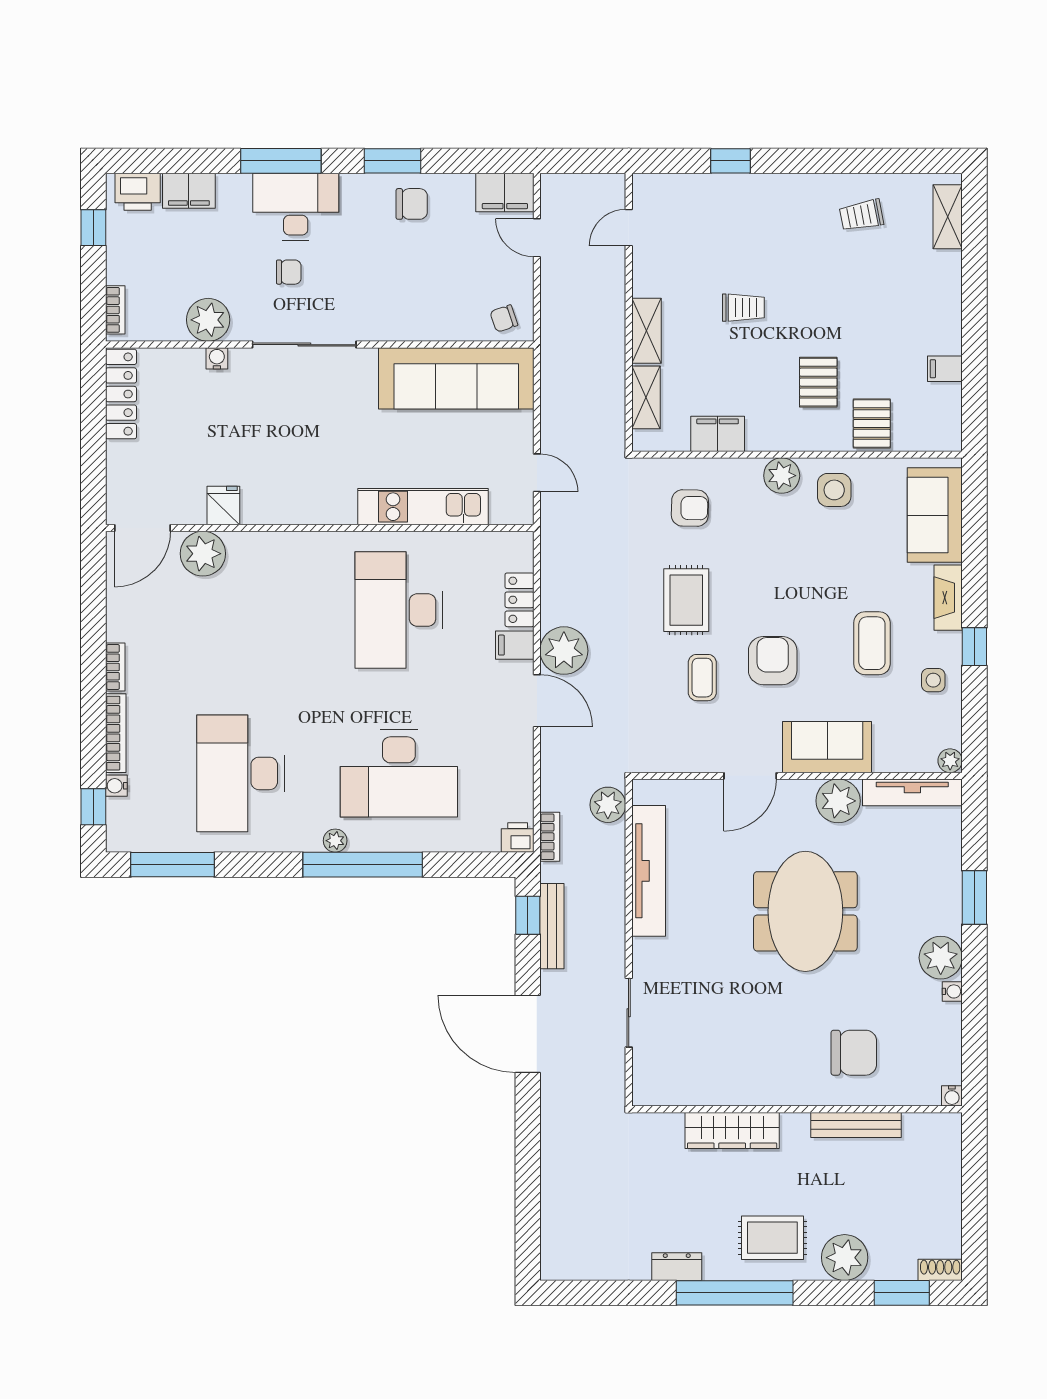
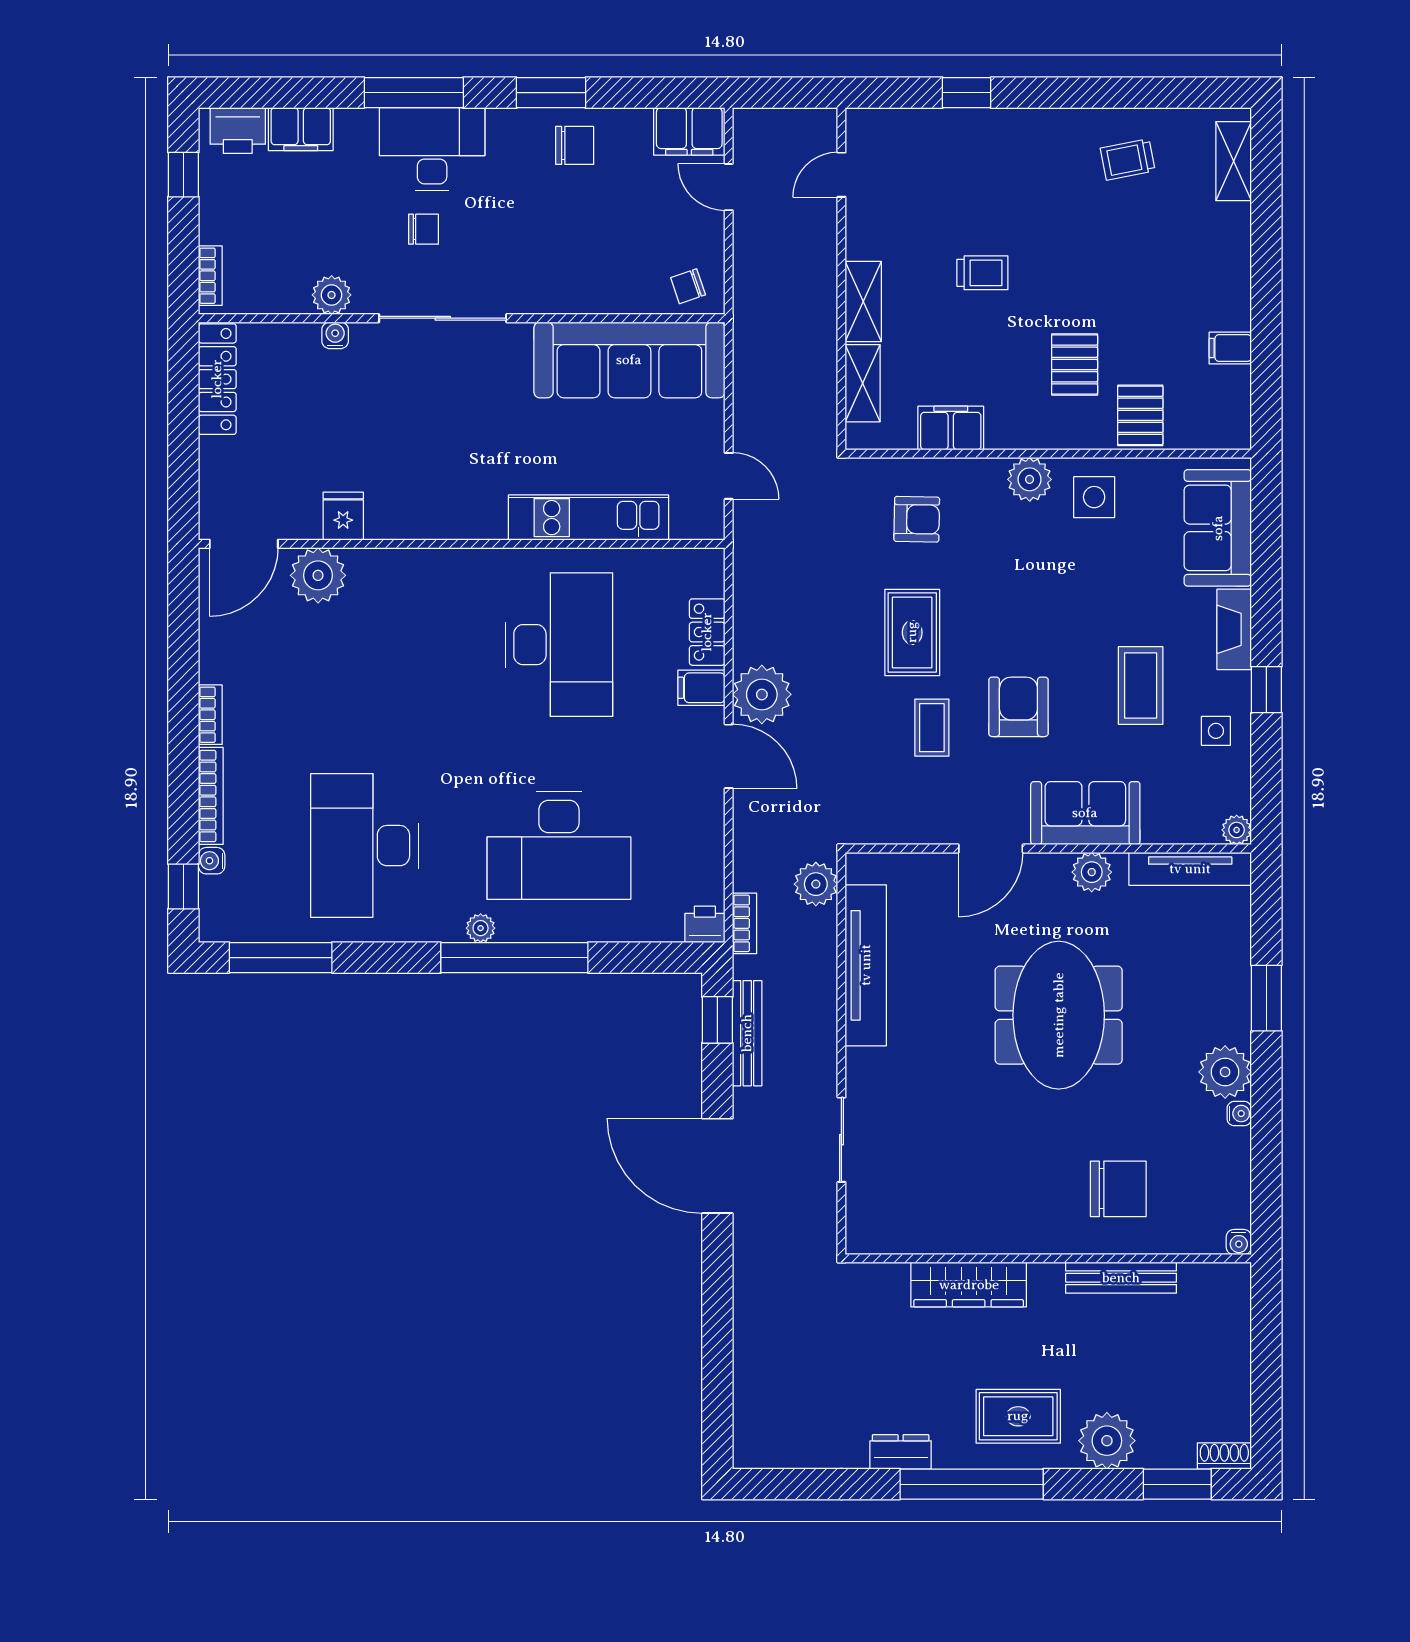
plant: (208, 320) -> (332, 295), width x0.73, depth x0.73
desk: (399, 610) -> (559, 645), turned 180
plant: (838, 801) -> (1092, 872), width x0.73, depth x0.73

